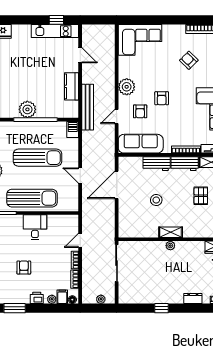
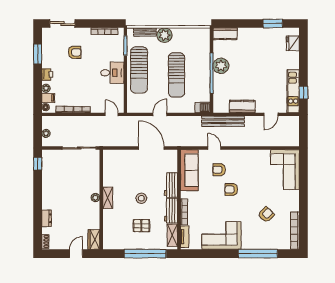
plant: (127, 87) -> (242, 157), removed
stool: (156, 200) -> (141, 198), moved
door: (80, 240) -> (112, 114), moved
armchair: (24, 267) -> (75, 52), moved
window: (162, 308) -> (38, 164), moved

